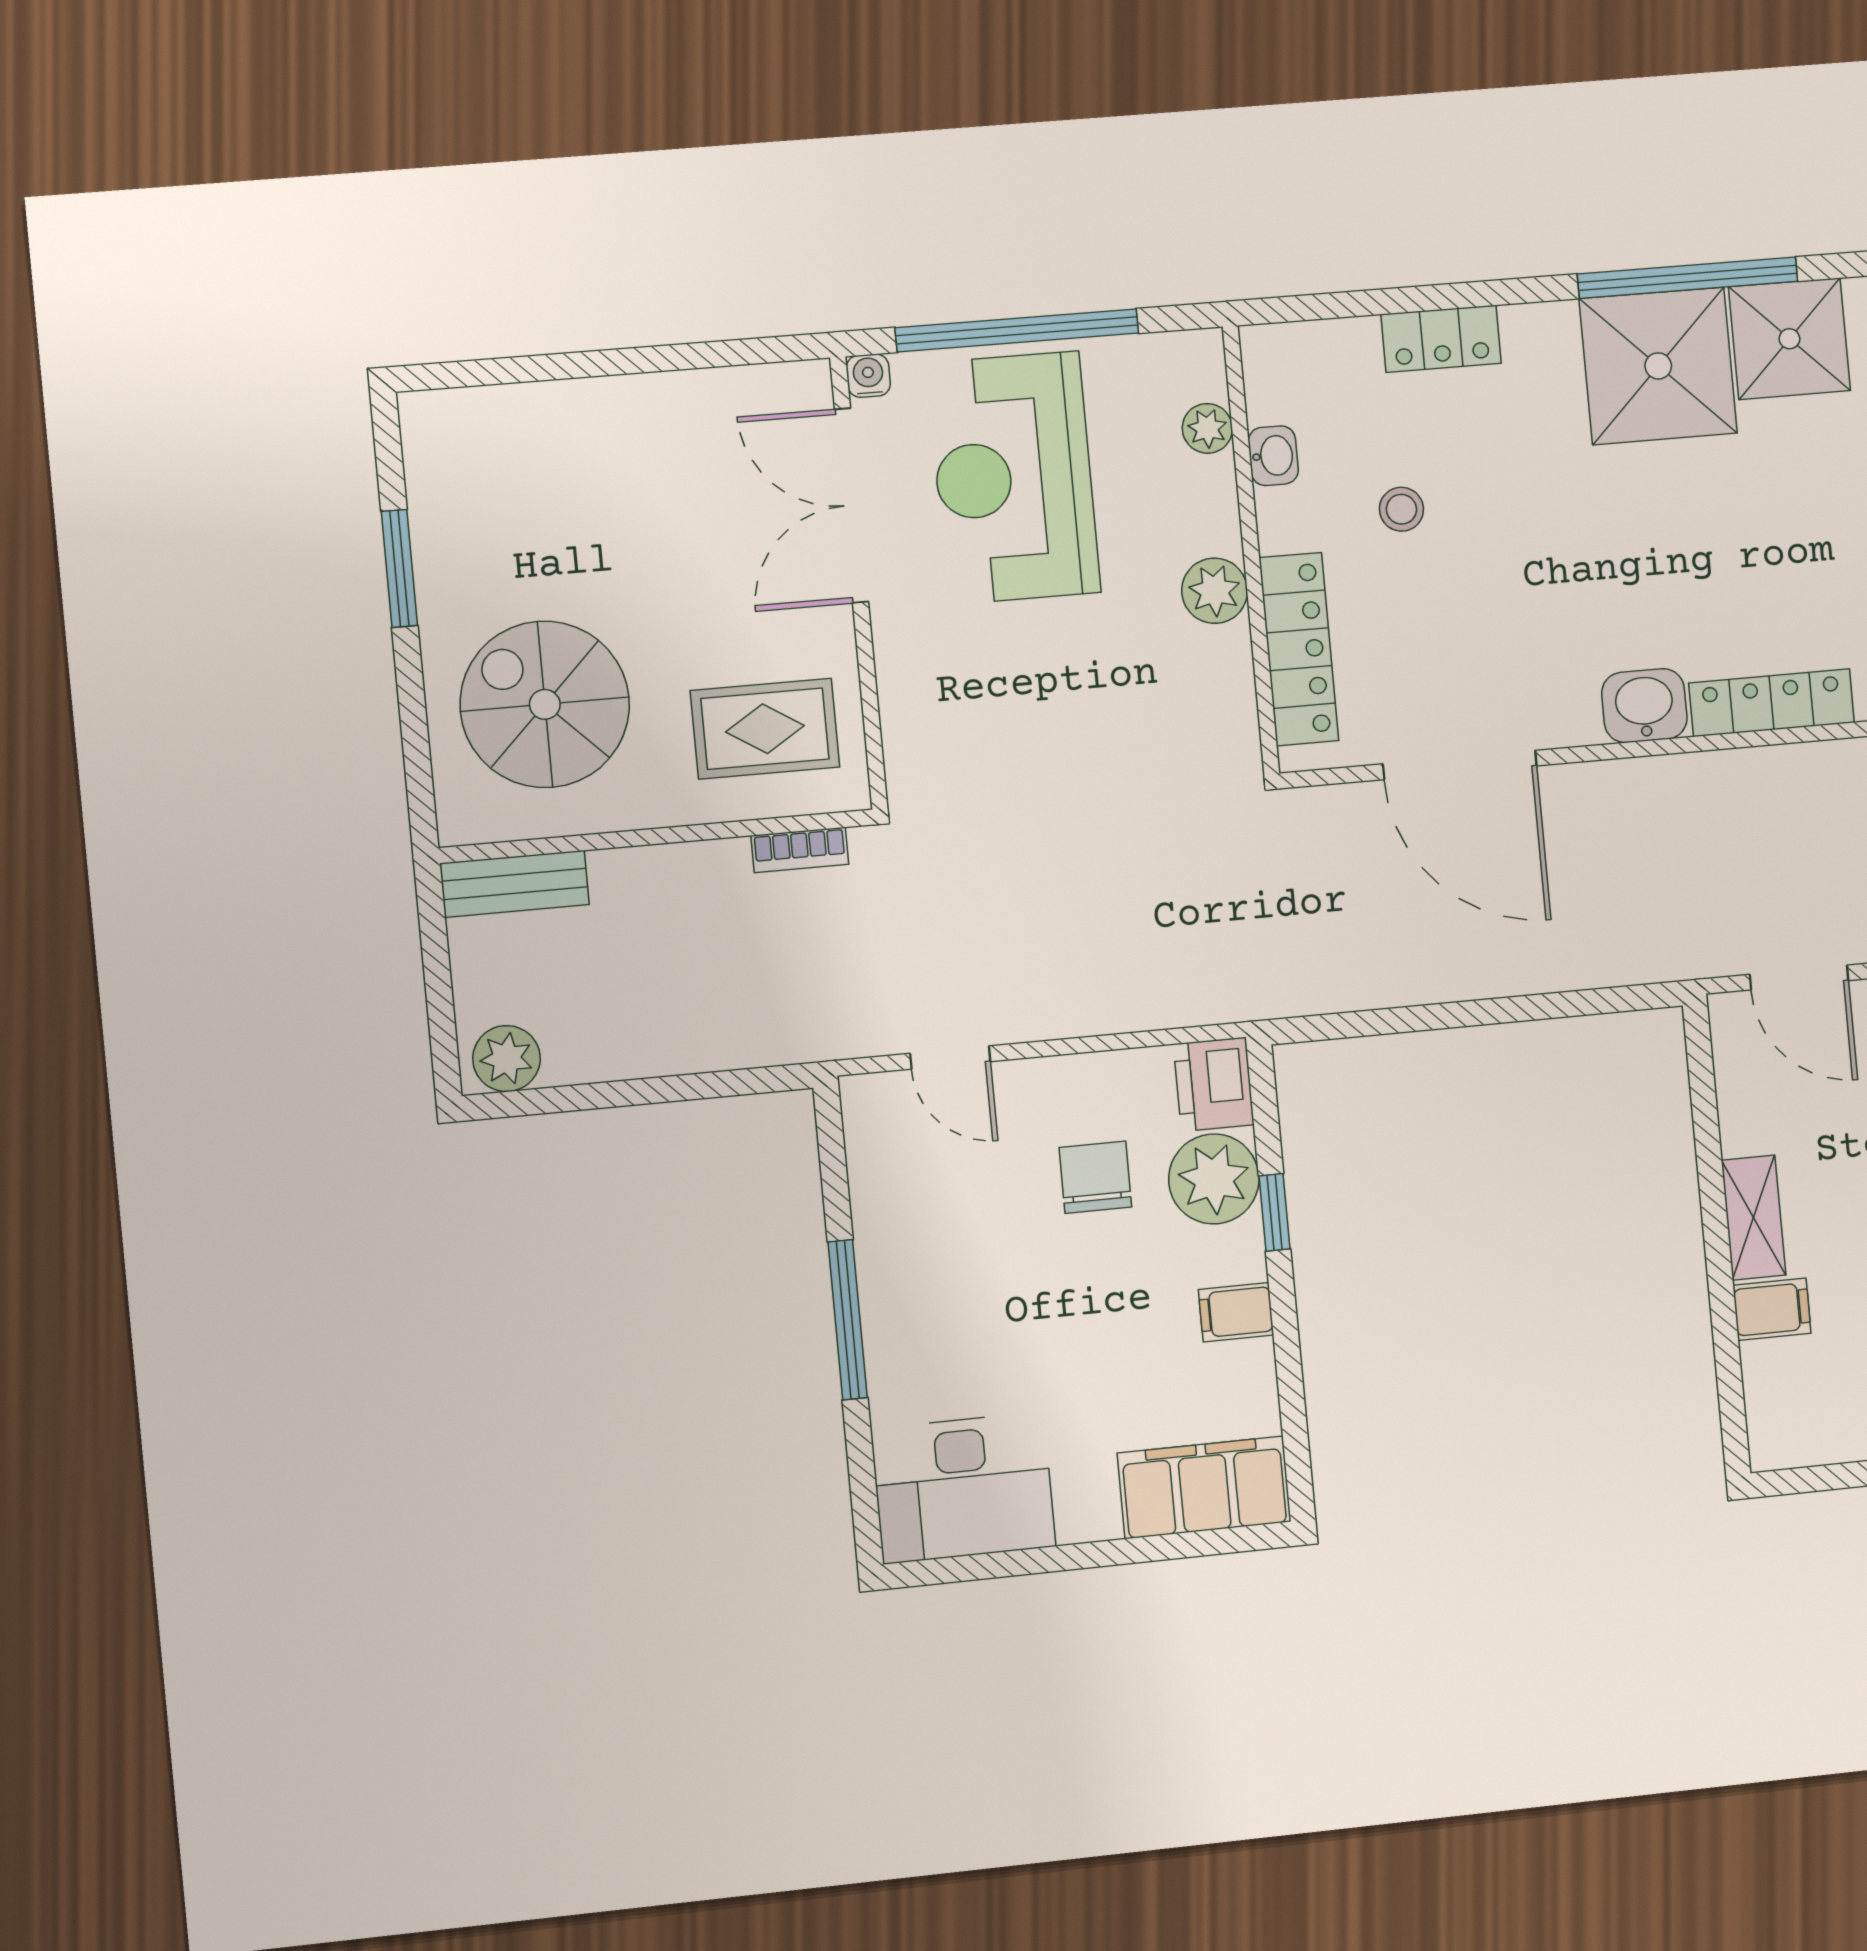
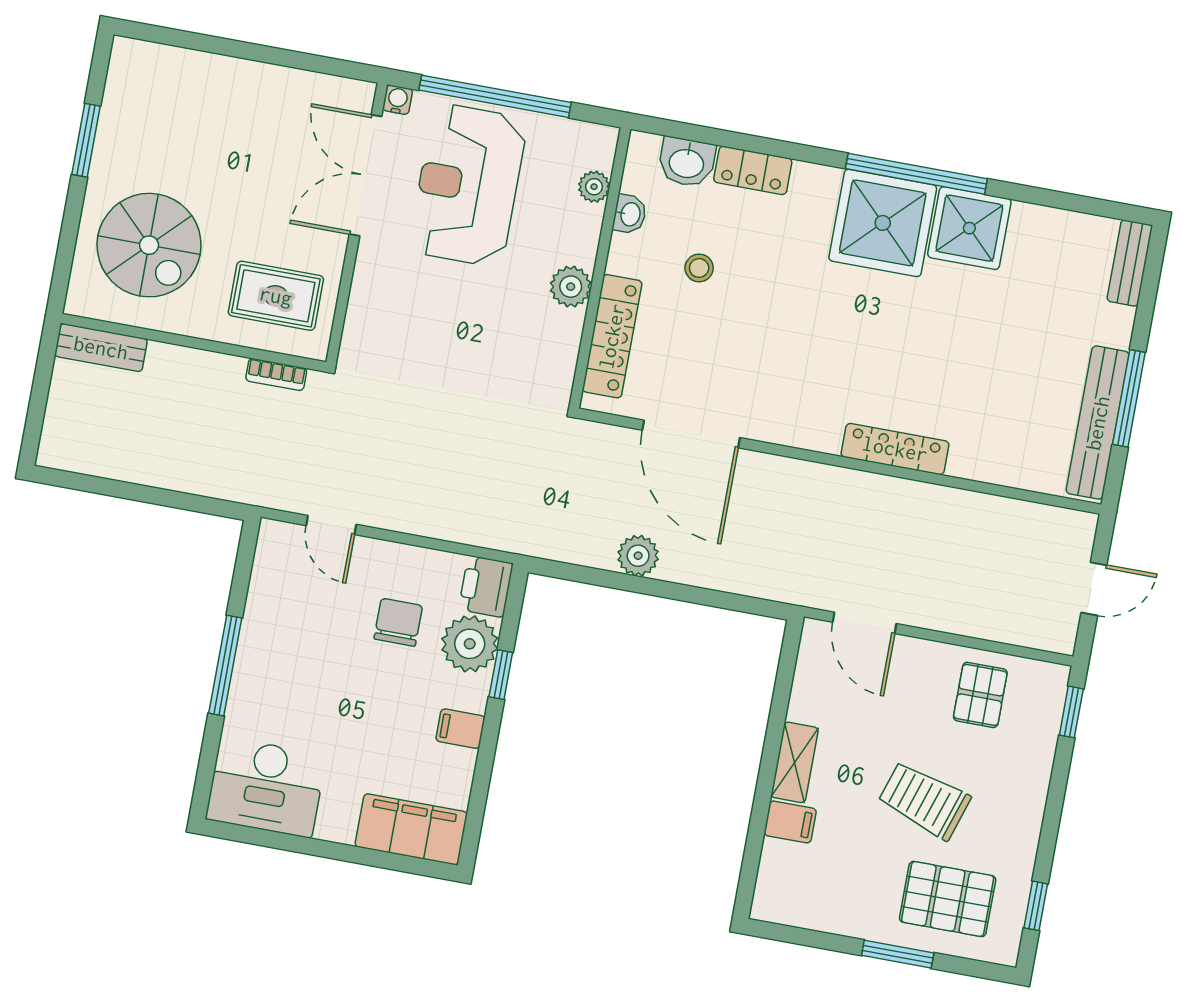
spiral stairs: (545, 704) -> (149, 245), turned 180
washbasin: (1644, 706) -> (687, 162), moved, turned 180
plant: (507, 1059) -> (638, 556), moved

